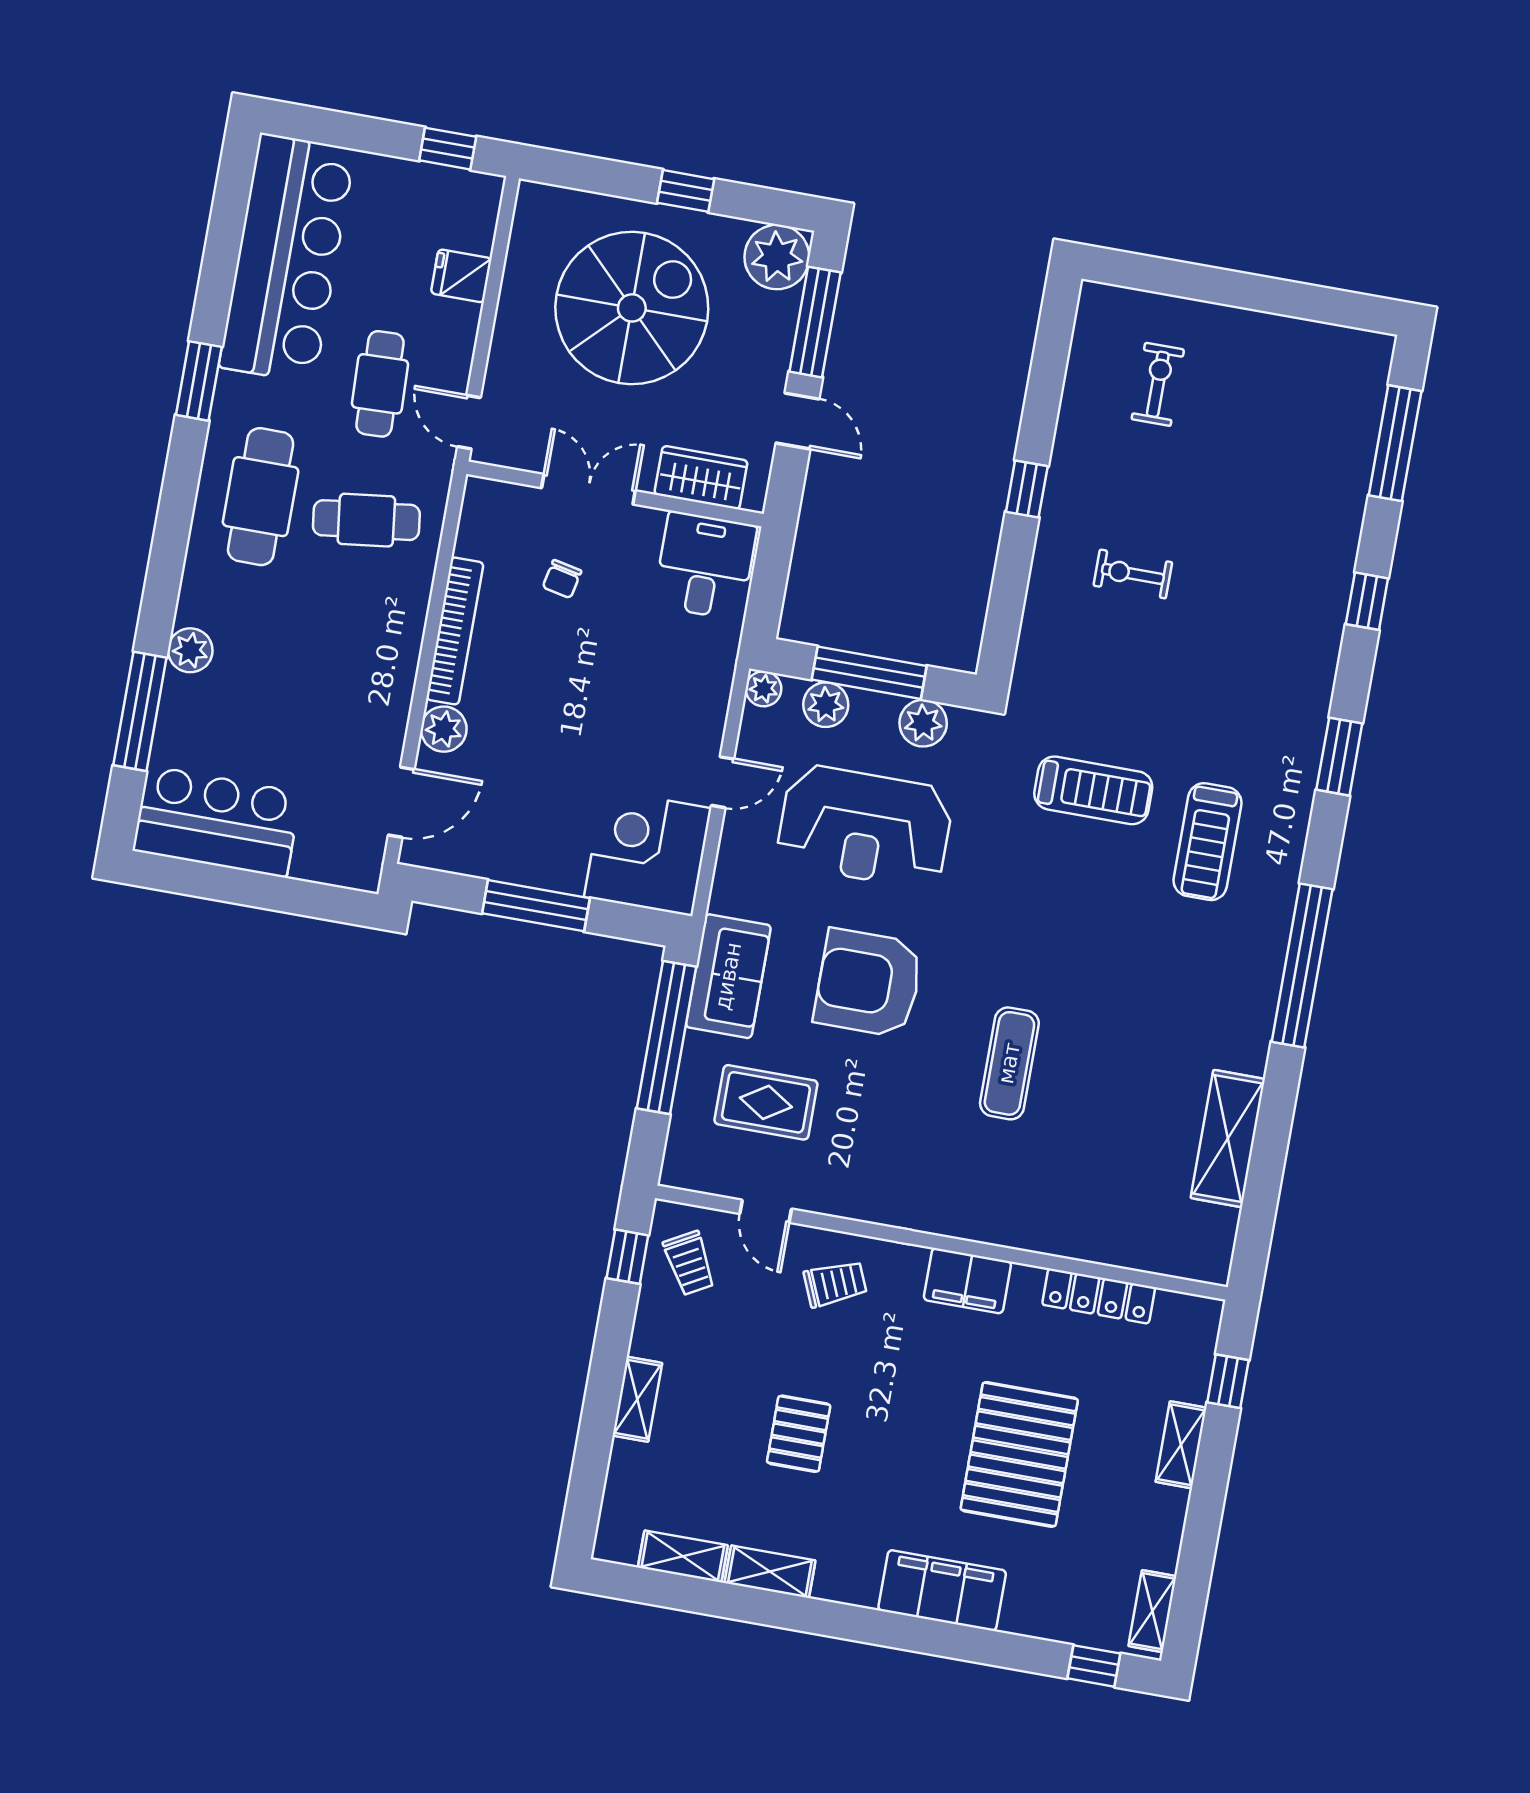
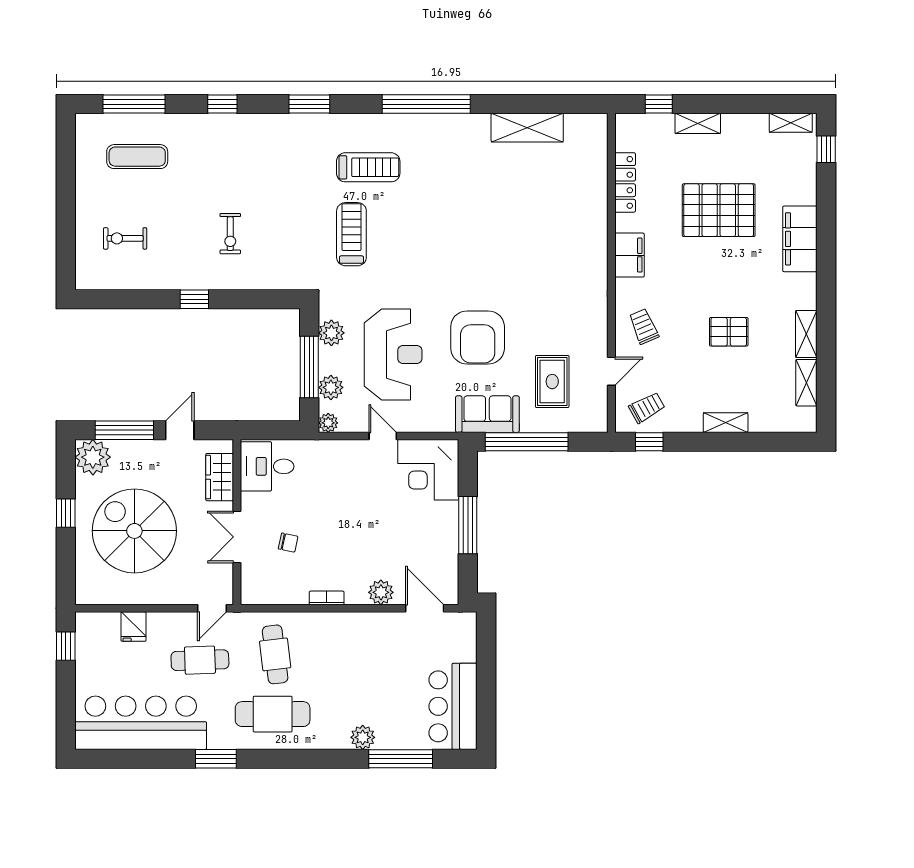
bookcase: (455, 631) -> (327, 598), width x0.43, depth x0.76
exercise mat: (1009, 1063) -> (137, 157), moved

